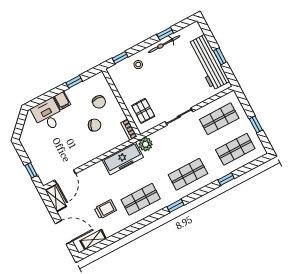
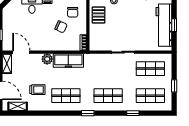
pallet: (143, 111) -> (99, 15), moved
plant: (146, 144) -> (47, 59), moved
door: (65, 177) -> (21, 52), swing flipped

